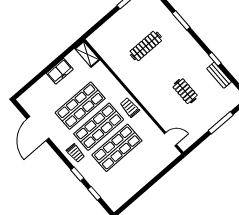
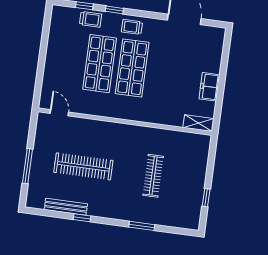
bench: (219, 75) -> (66, 207), width x1.36
clothes rail: (185, 91) -> (83, 166), width x1.86, depth x1.31
shop shelf: (80, 106) -> (165, 72), removed
trolley: (130, 107) -> (91, 19), moved
door: (170, 139) -> (59, 113), swing flipped

